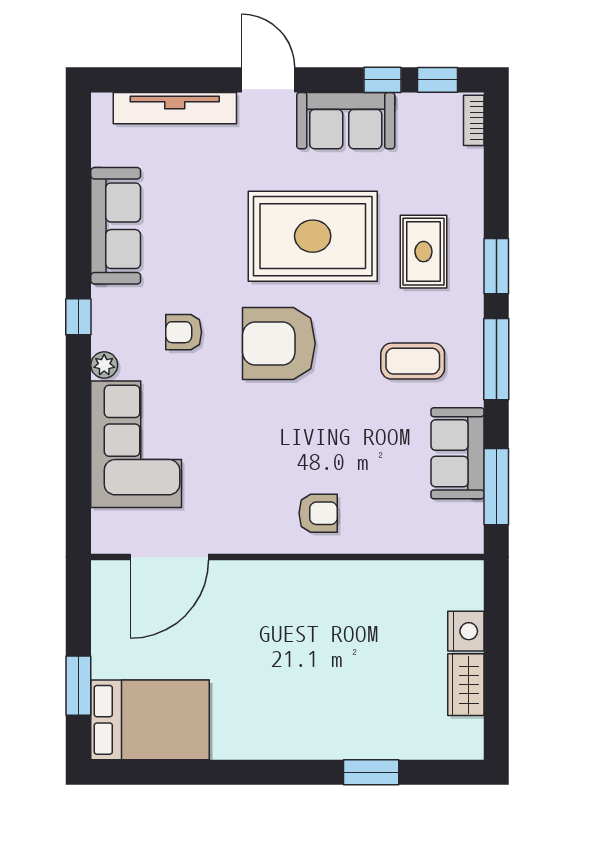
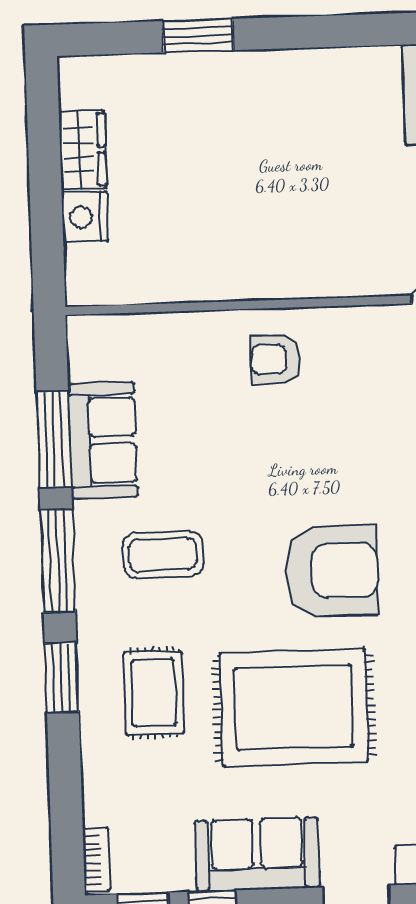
window: (496, 487) -> (54, 439), moved

